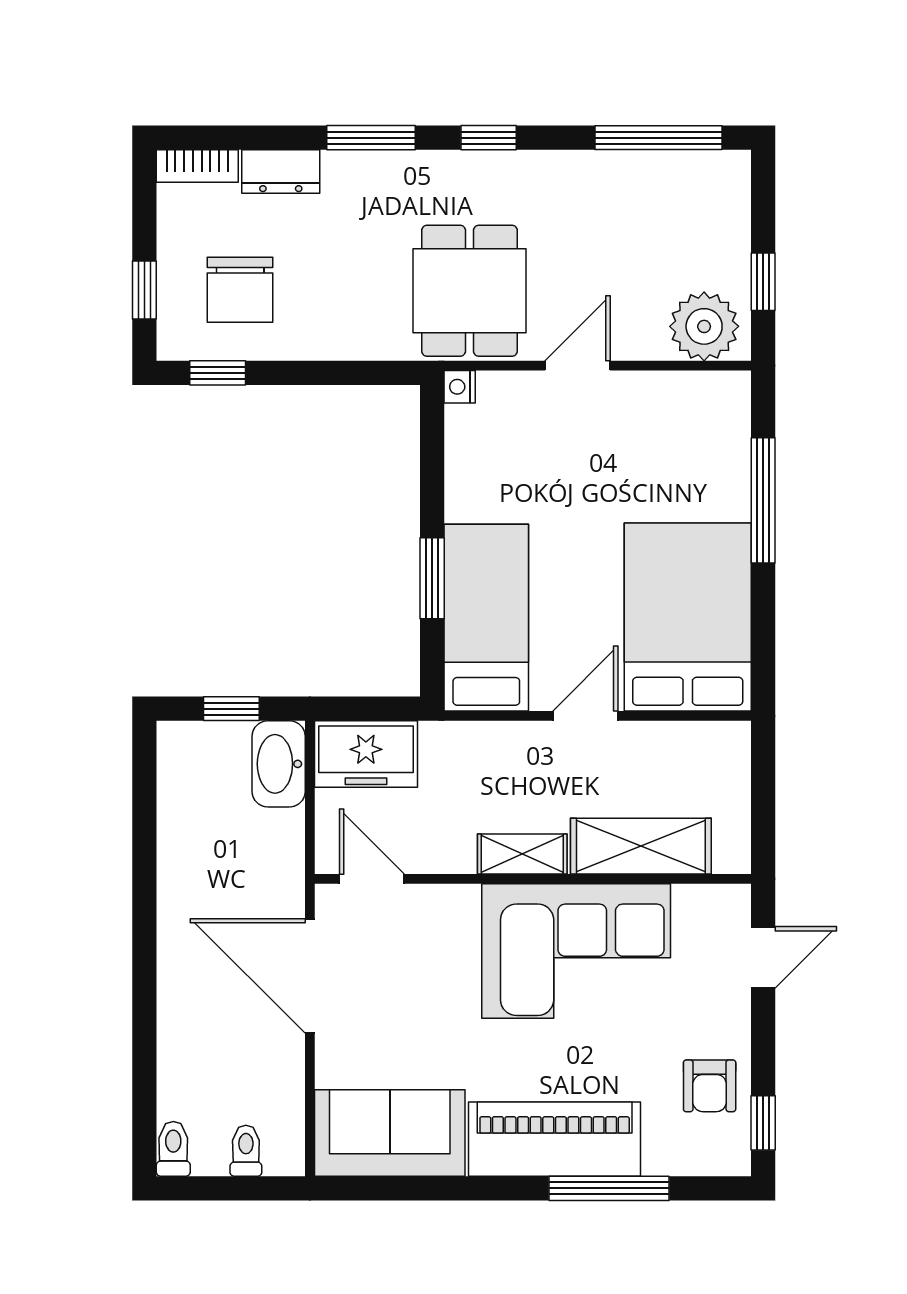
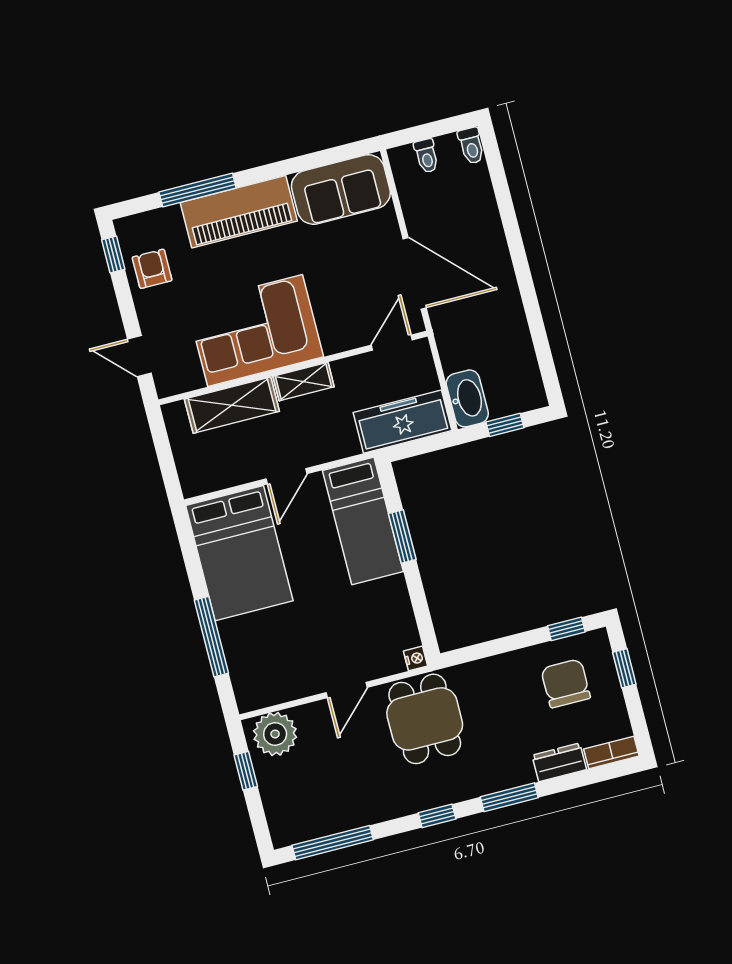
freezer: (366, 754) -> (403, 422), width x1.40
door: (372, 879) -> (392, 343), swing flipped
door: (763, 957) -> (139, 356), hinge flipped

